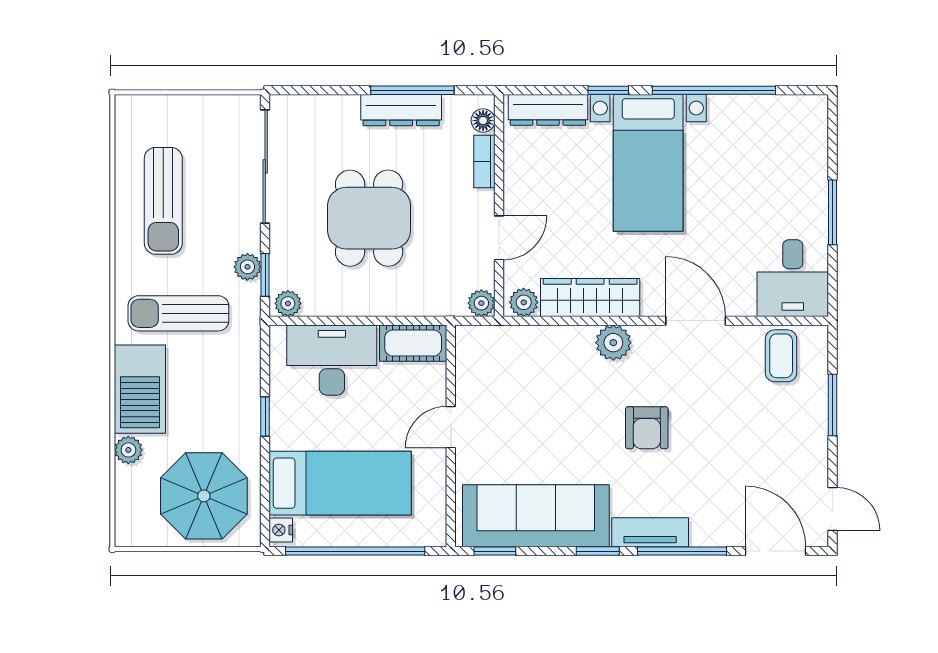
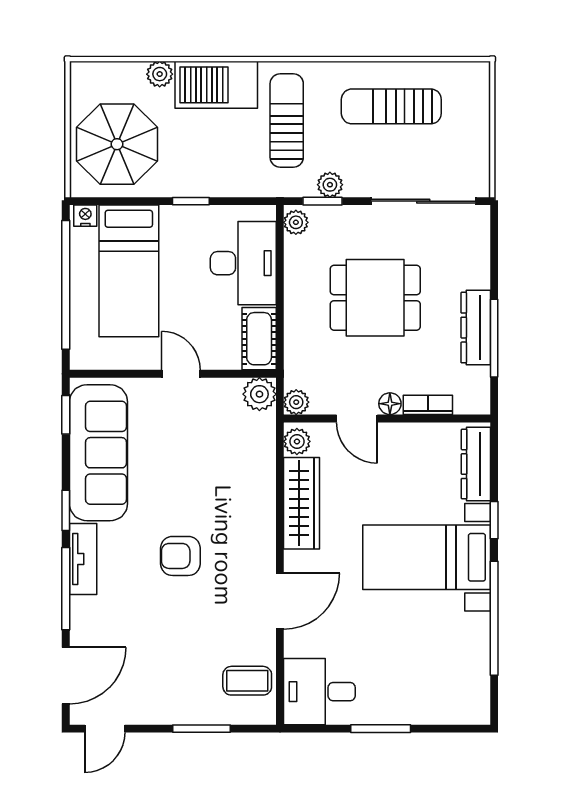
floor lamp: (483, 121) -> (390, 404), moved
plant: (613, 343) -> (259, 394), moved

